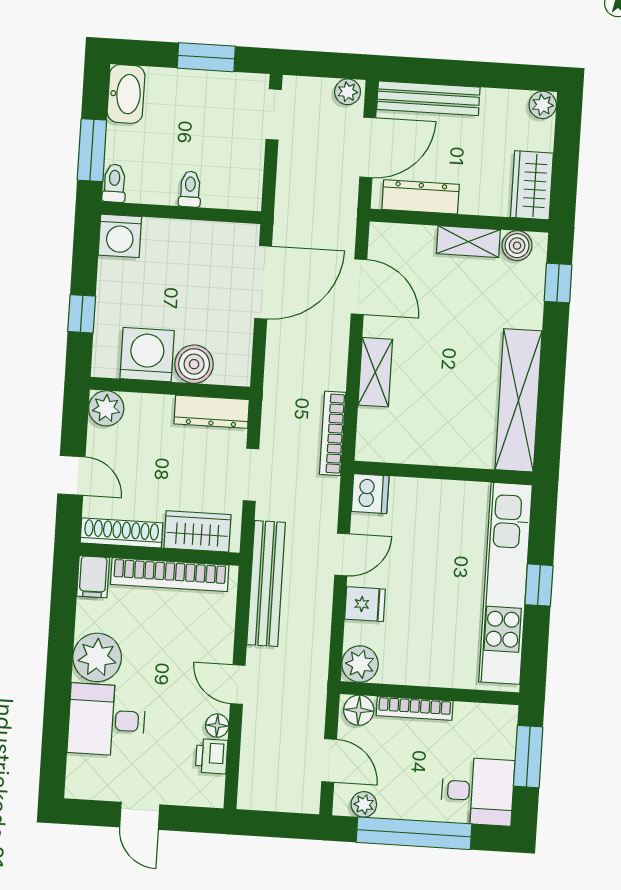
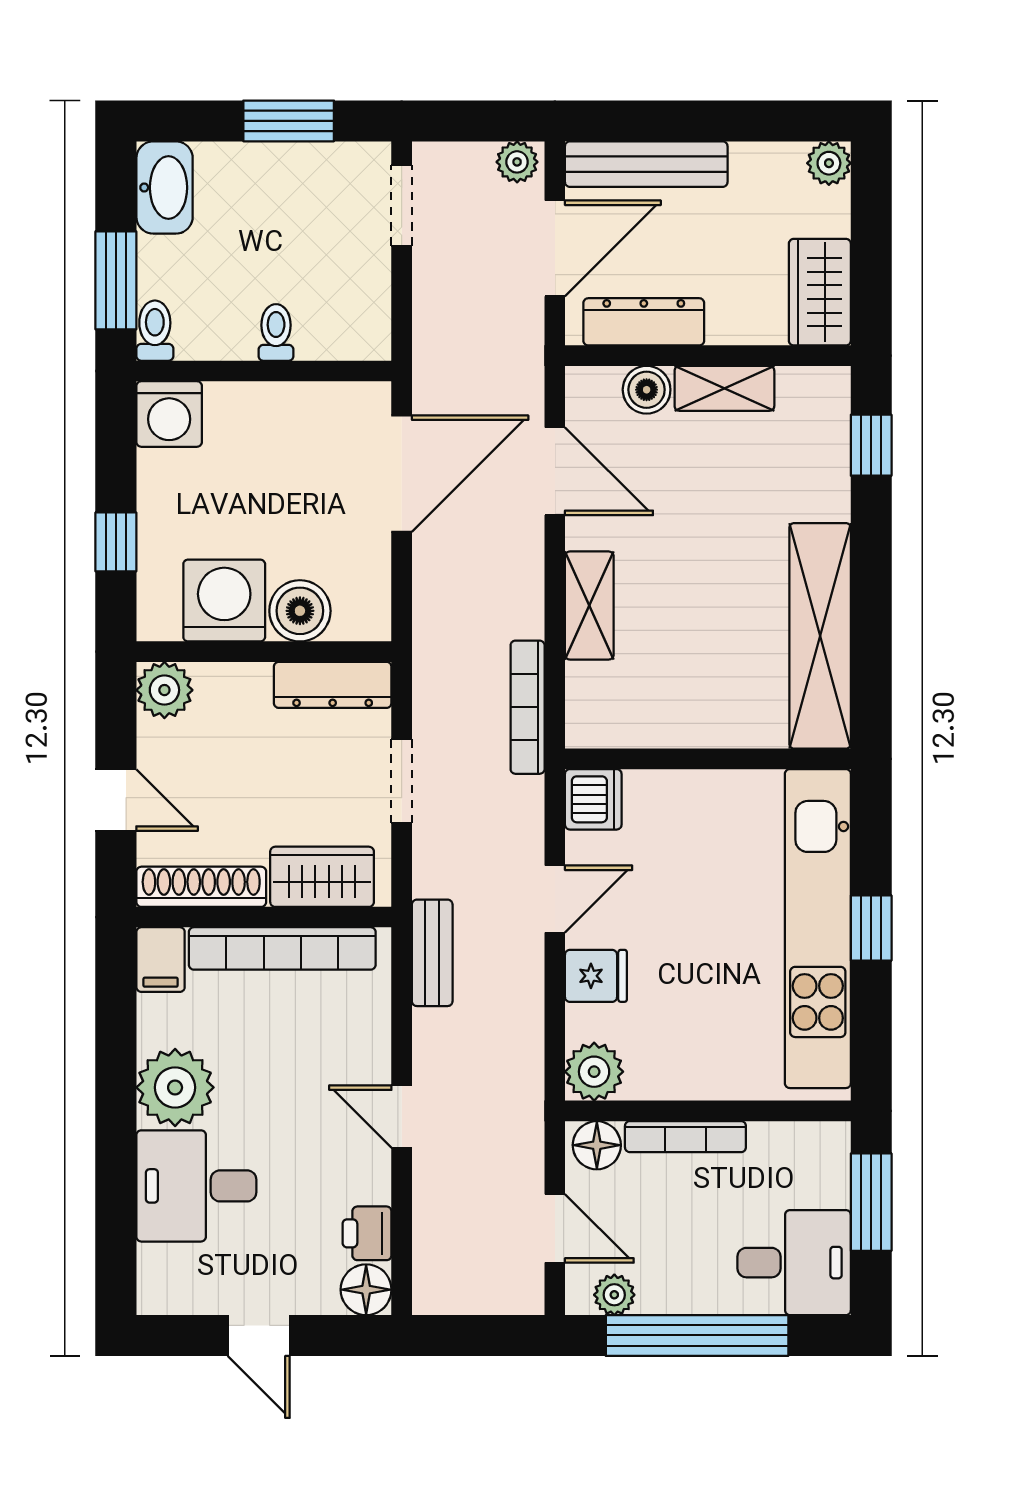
boiler: (517, 246) -> (647, 390), moved
bench: (266, 584) -> (432, 953), width x0.54, depth x0.82
floor lamp: (217, 726) -> (366, 1290), moved, width x1.37, depth x1.37

